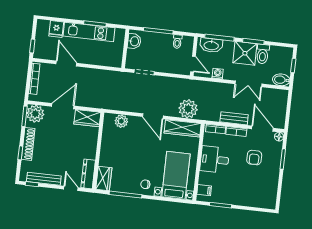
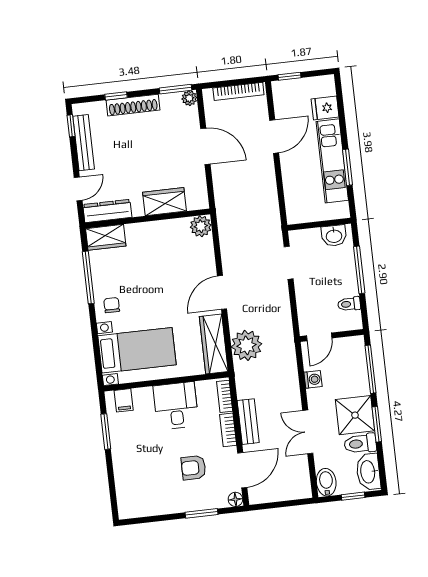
washbasin: (211, 45) -> (368, 472), moved
plant: (35, 114) -> (189, 98), width x0.53, depth x0.53
wardrobe: (87, 118) -> (165, 202), moved, turned 90
plant: (121, 121) -> (201, 226), moved

